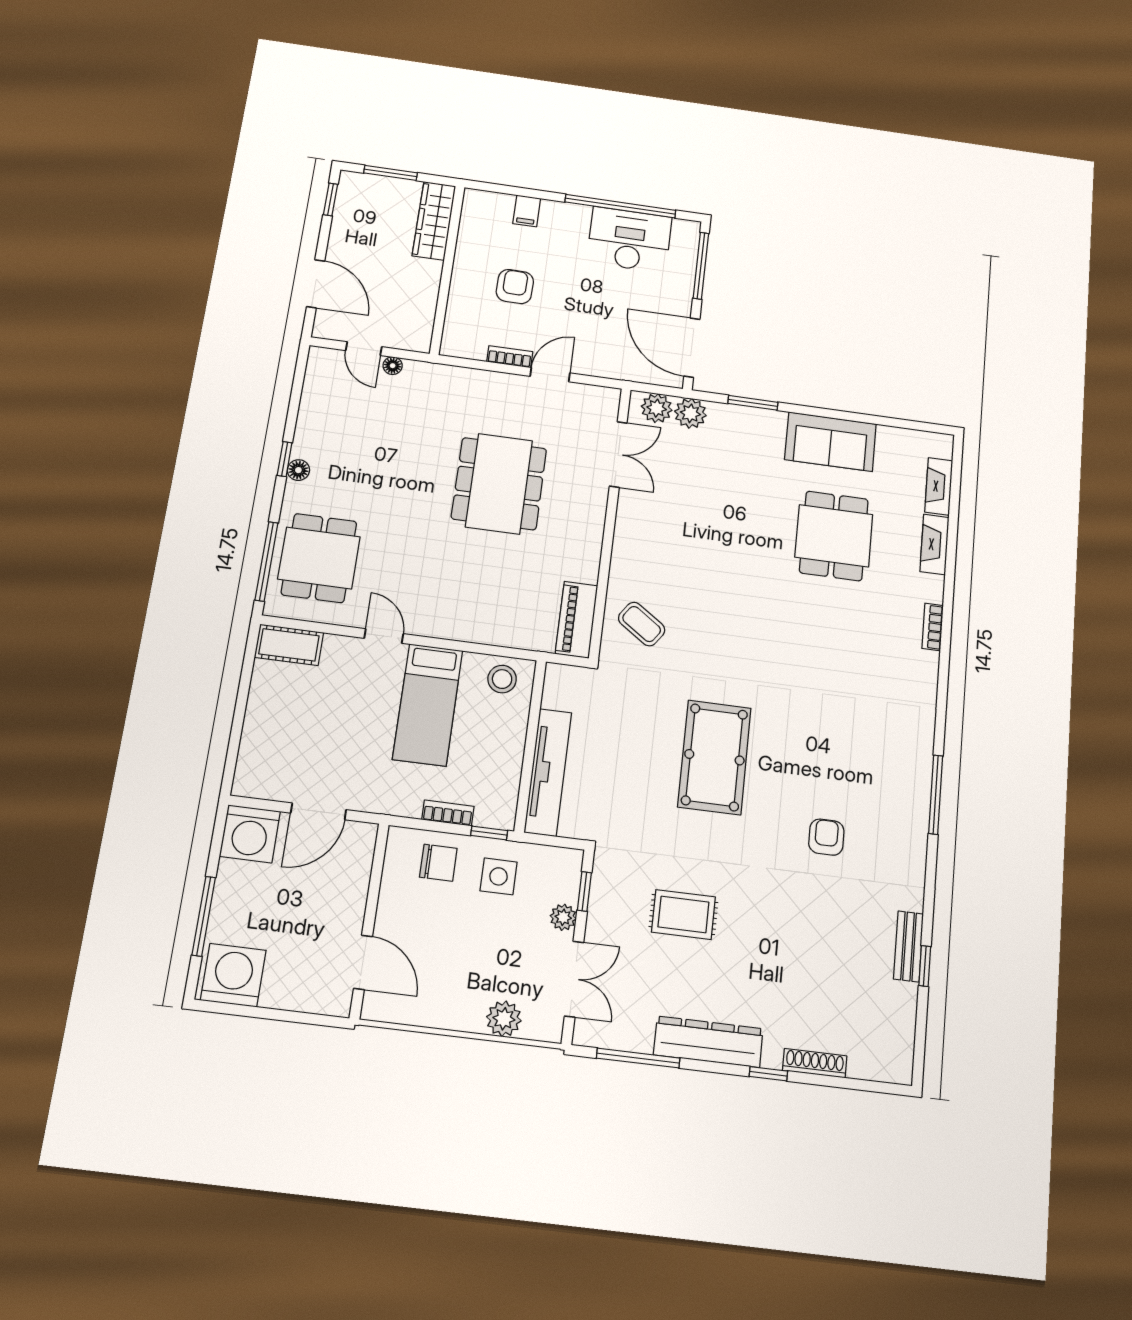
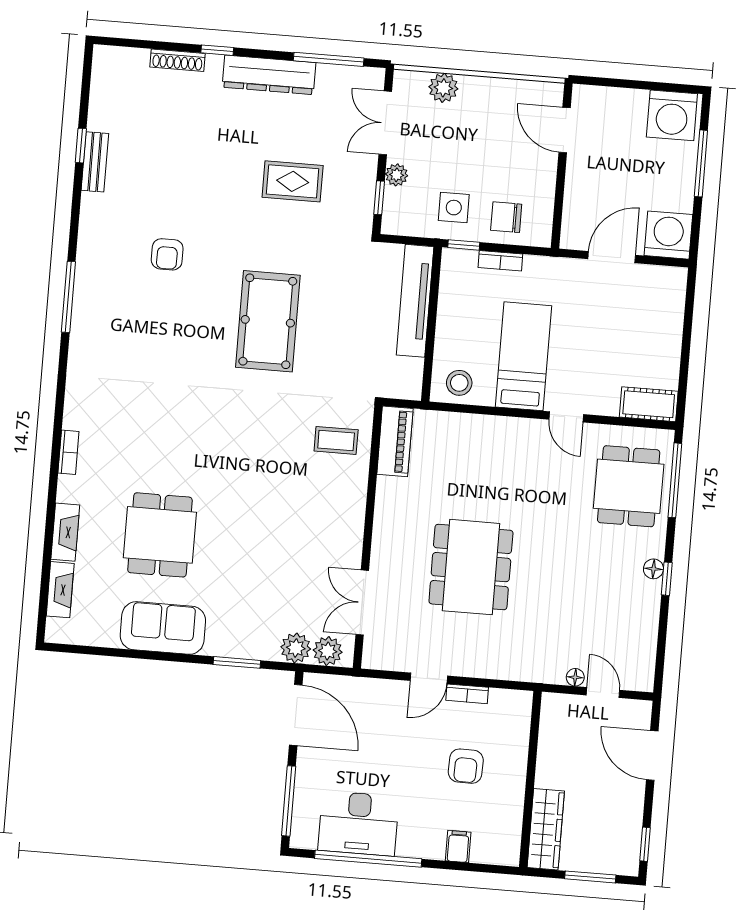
coffee table: (642, 624) -> (336, 440), turned -35

